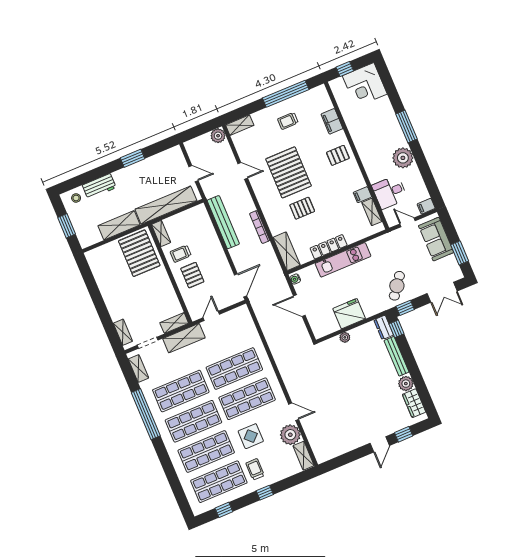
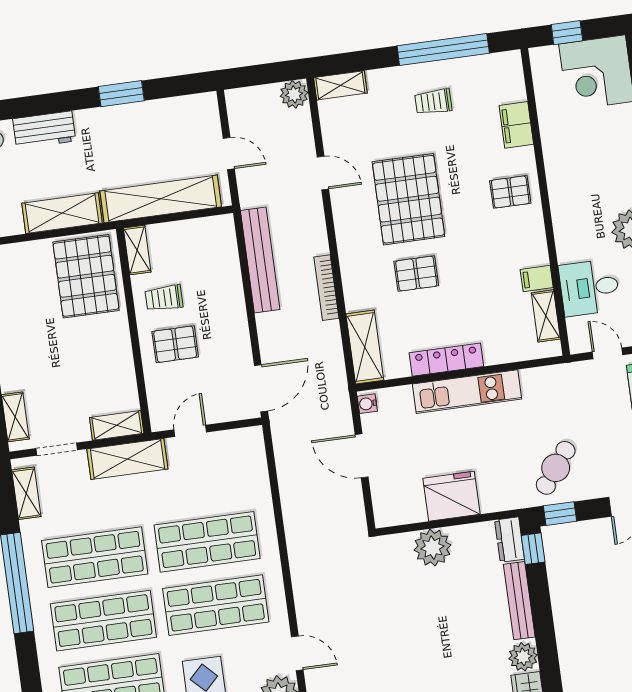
pallet: (192, 275) -> (175, 344), turned 90
plant: (345, 337) -> (432, 548), width x1.88, depth x1.88

